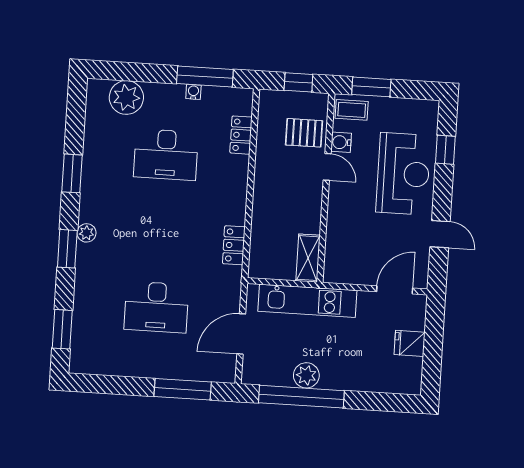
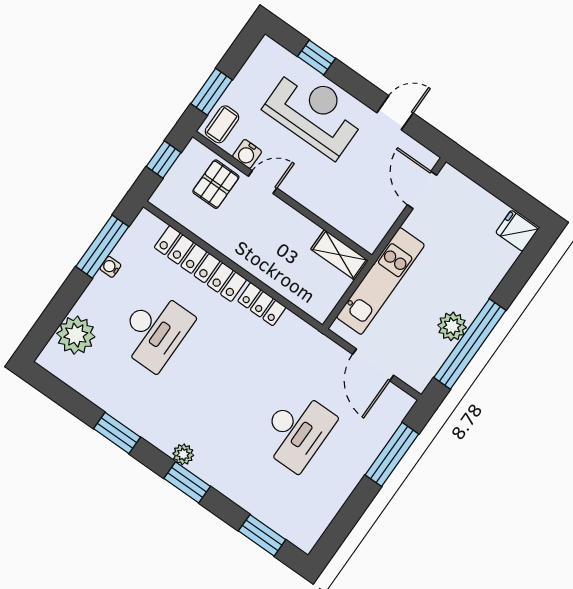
locker: (241, 135) -> (200, 263), width x2.16, depth x1.21
locker: (234, 245) -> (262, 304), moved
fridge: (410, 343) -> (517, 231), moved, turned 90

